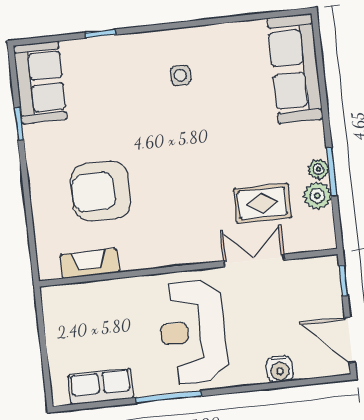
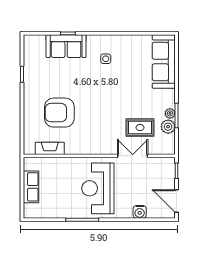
sofa: (40, 82) -> (66, 46), moved, turned 90
row of seats: (101, 387) -> (31, 187), moved, turned 90

